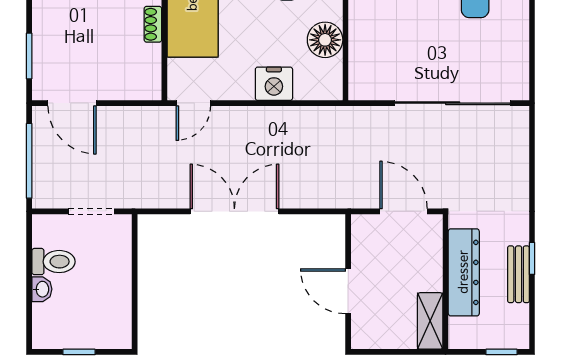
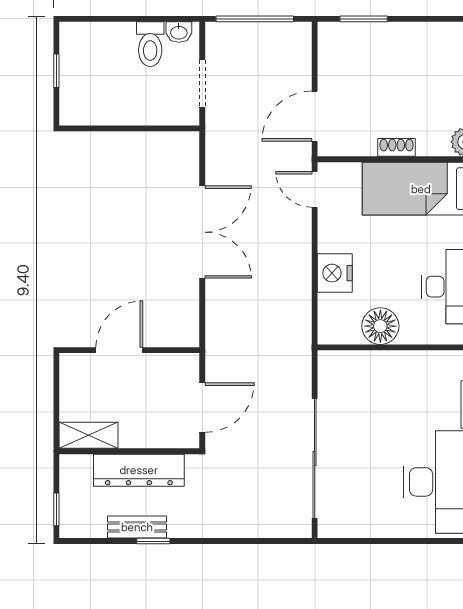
door: (72, 103) -> (315, 116), moved
washbasin: (42, 289) -> (179, 32), moved

